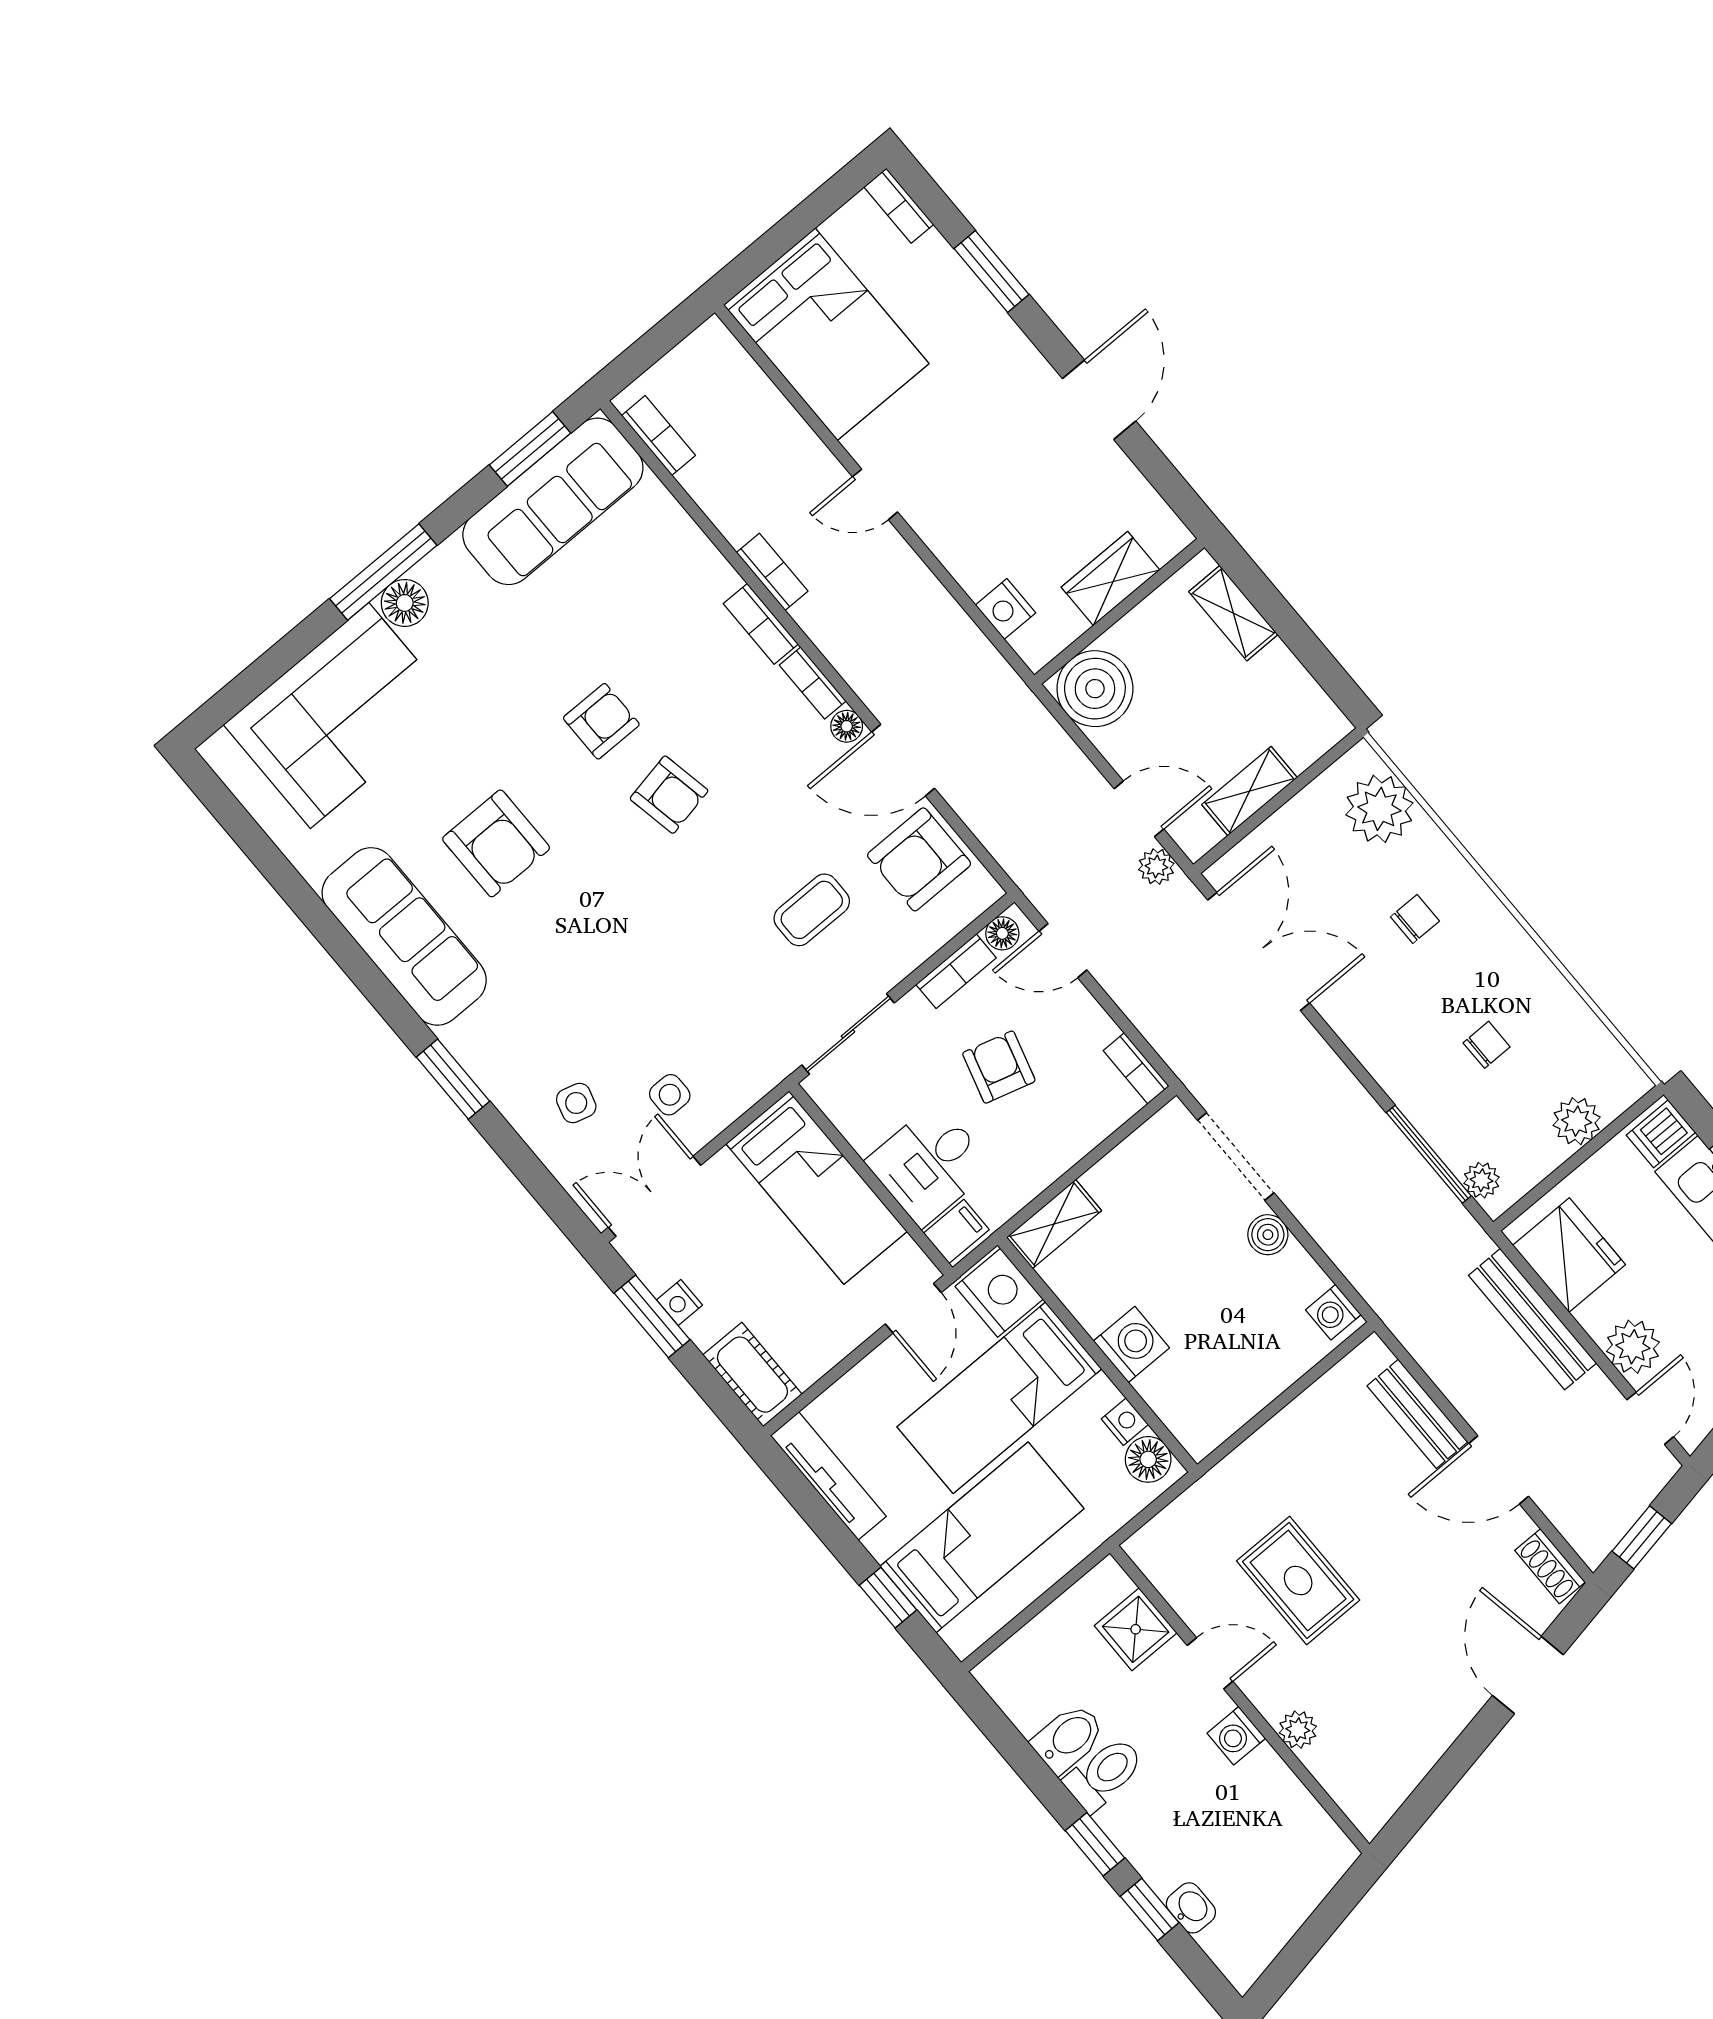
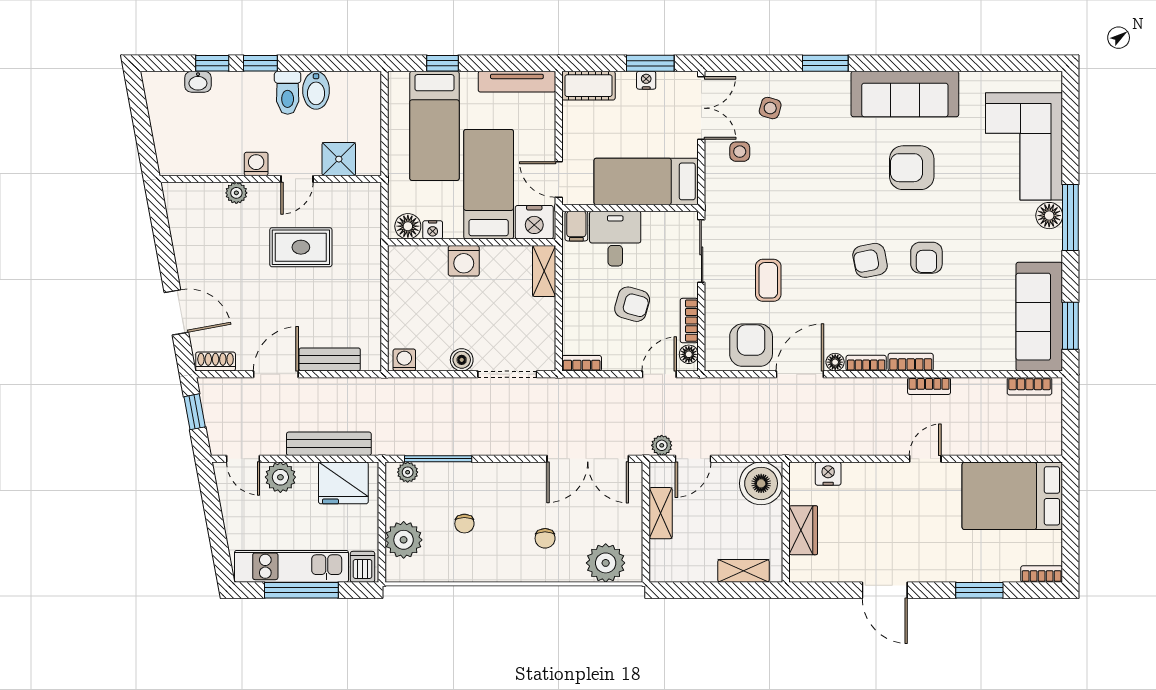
plant: (1577, 1121) -> (404, 540), width x1.36, depth x1.36

